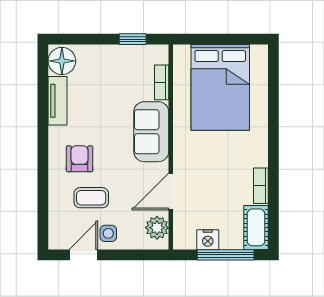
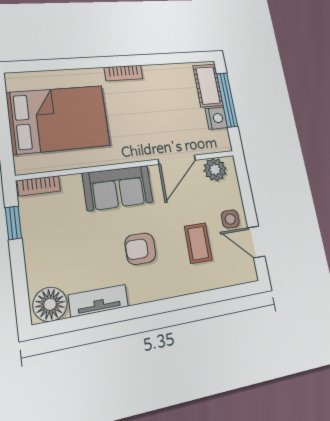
bookcase: (162, 82) -> (39, 186), moved
armchair: (80, 159) -> (140, 249), moved
bookcase: (261, 186) -> (123, 73), moved
door: (171, 192) -> (177, 160), hinge flipped
cot: (256, 227) -> (208, 85), moved, turned 90

